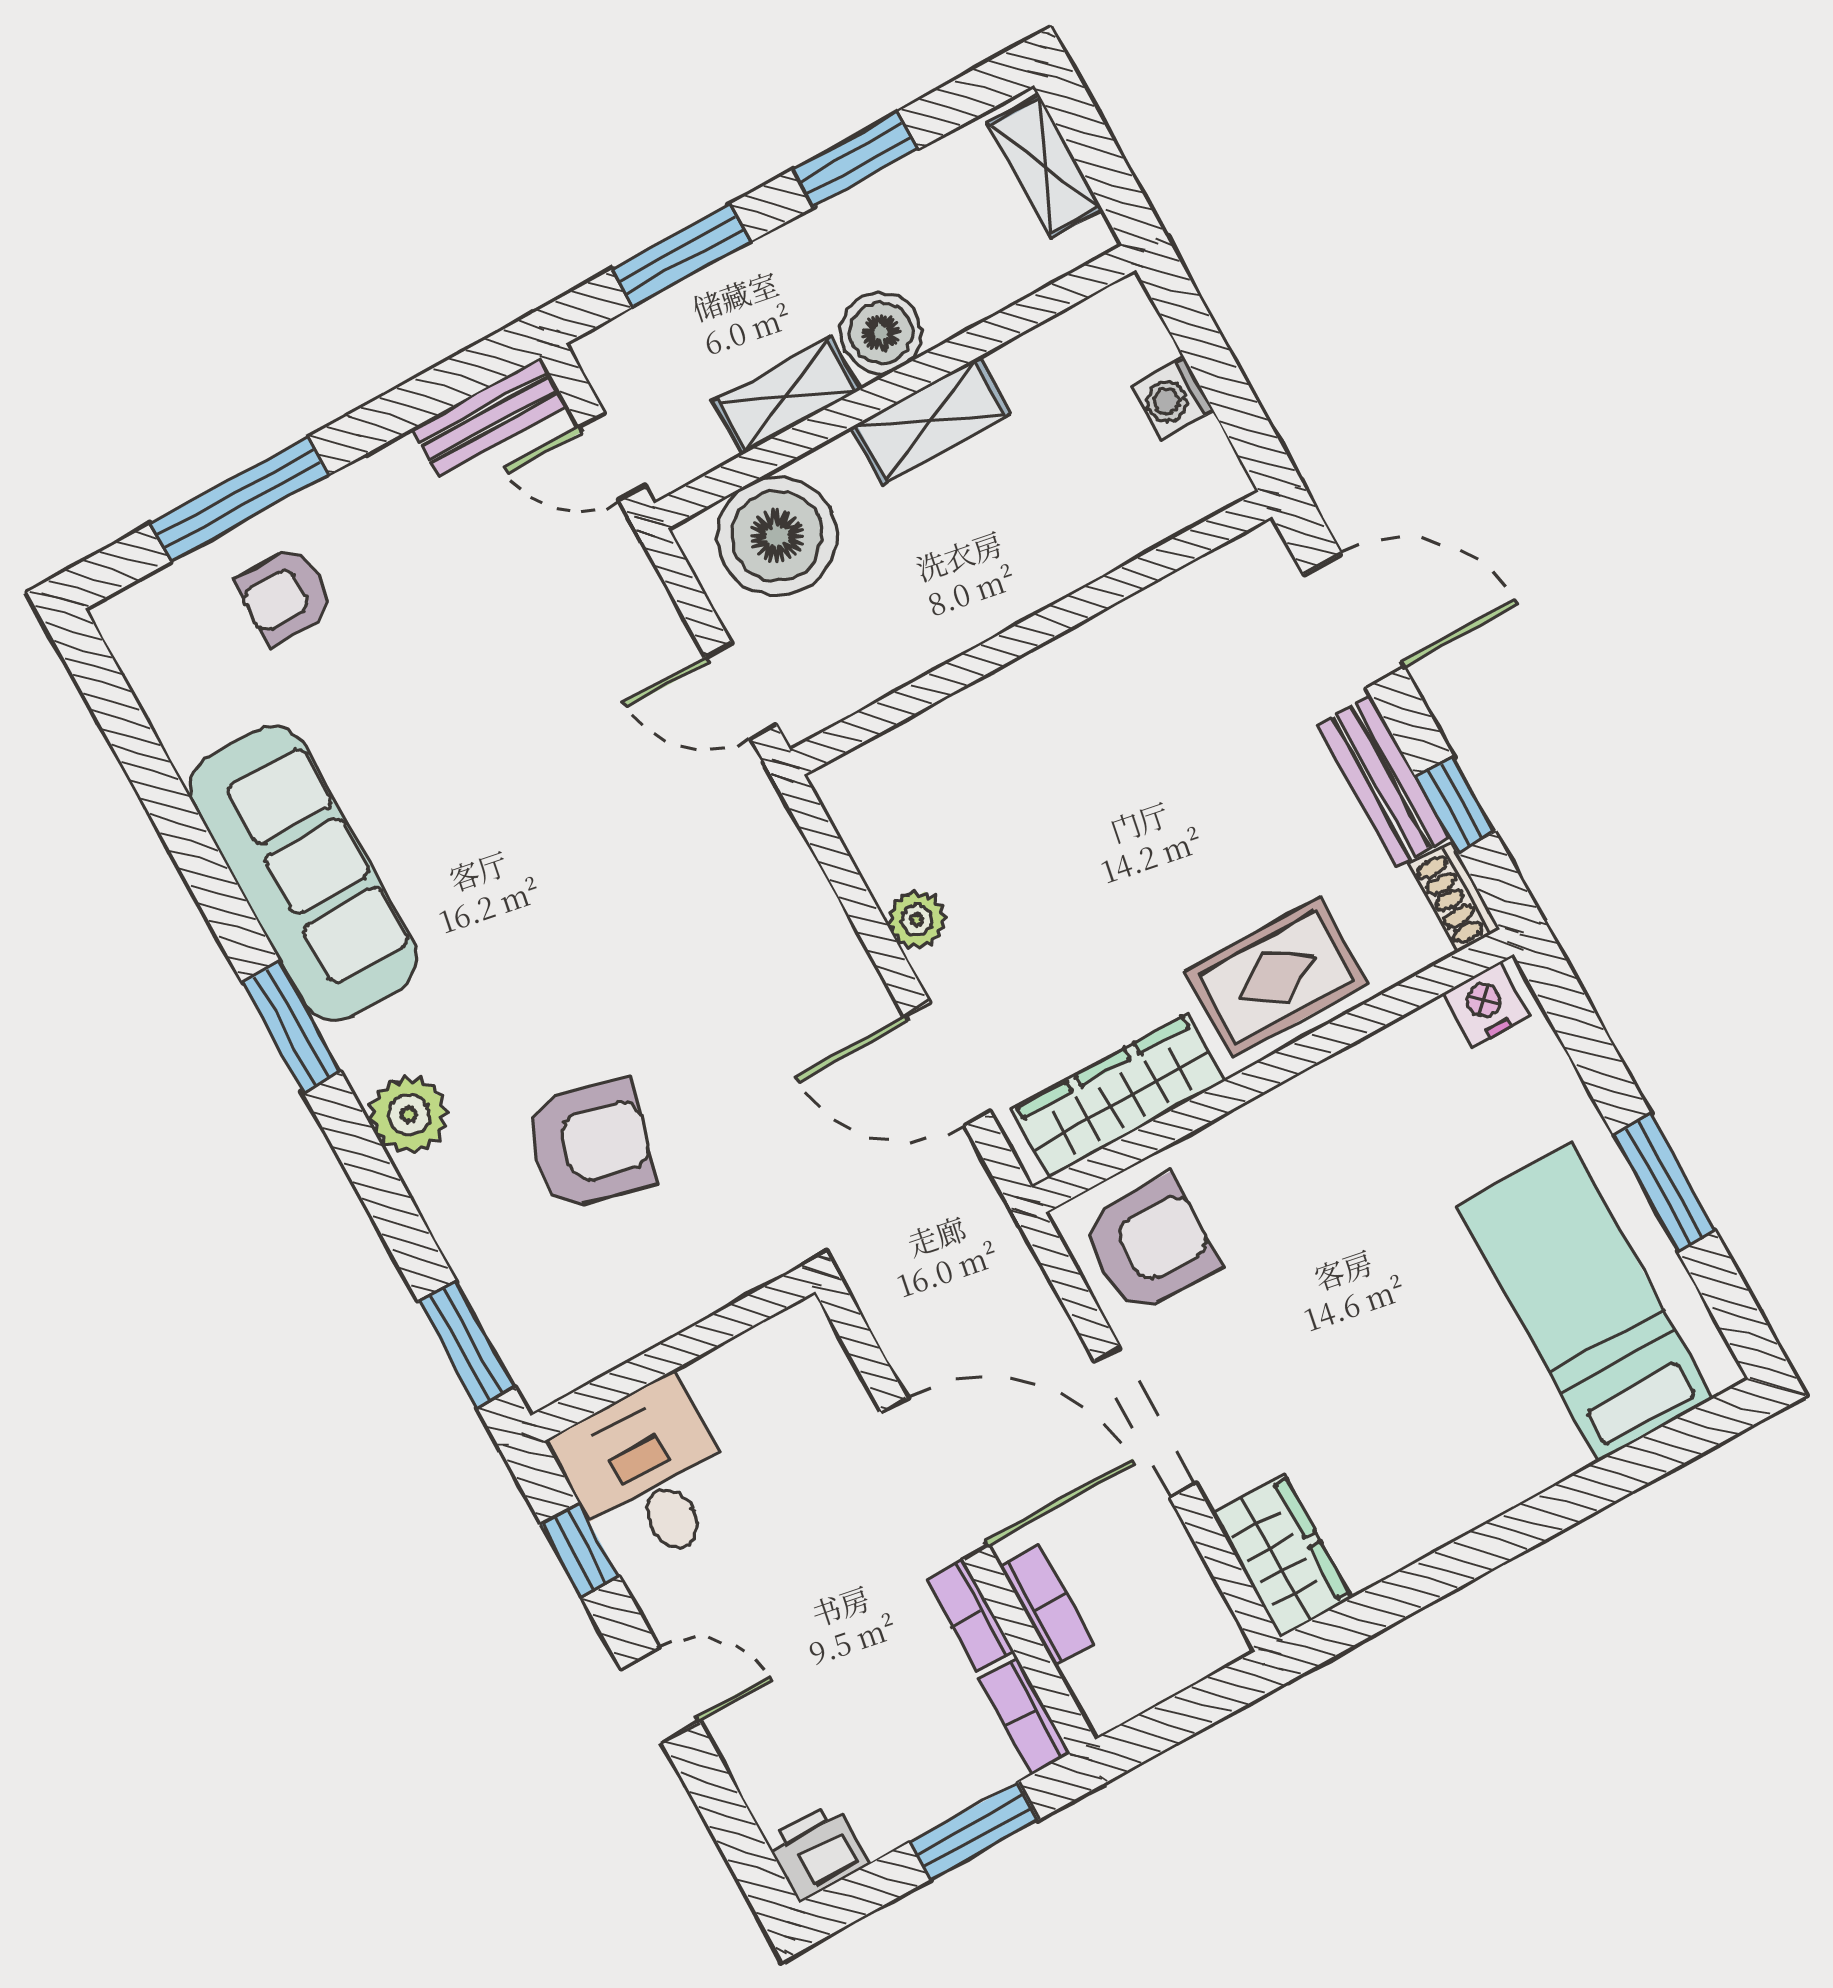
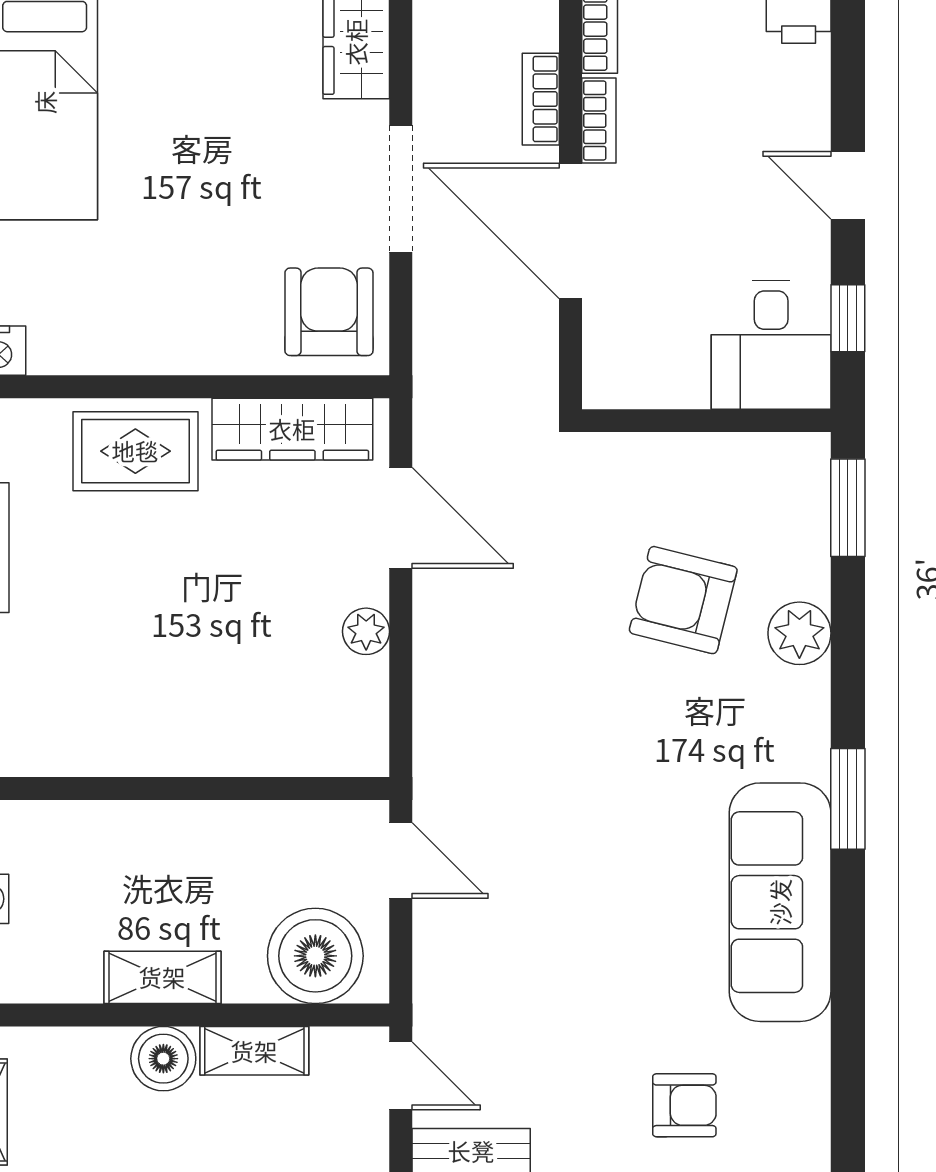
plant: (409, 1115) -> (799, 633), moved
armchair: (1149, 1245) -> (329, 312), turned 90

